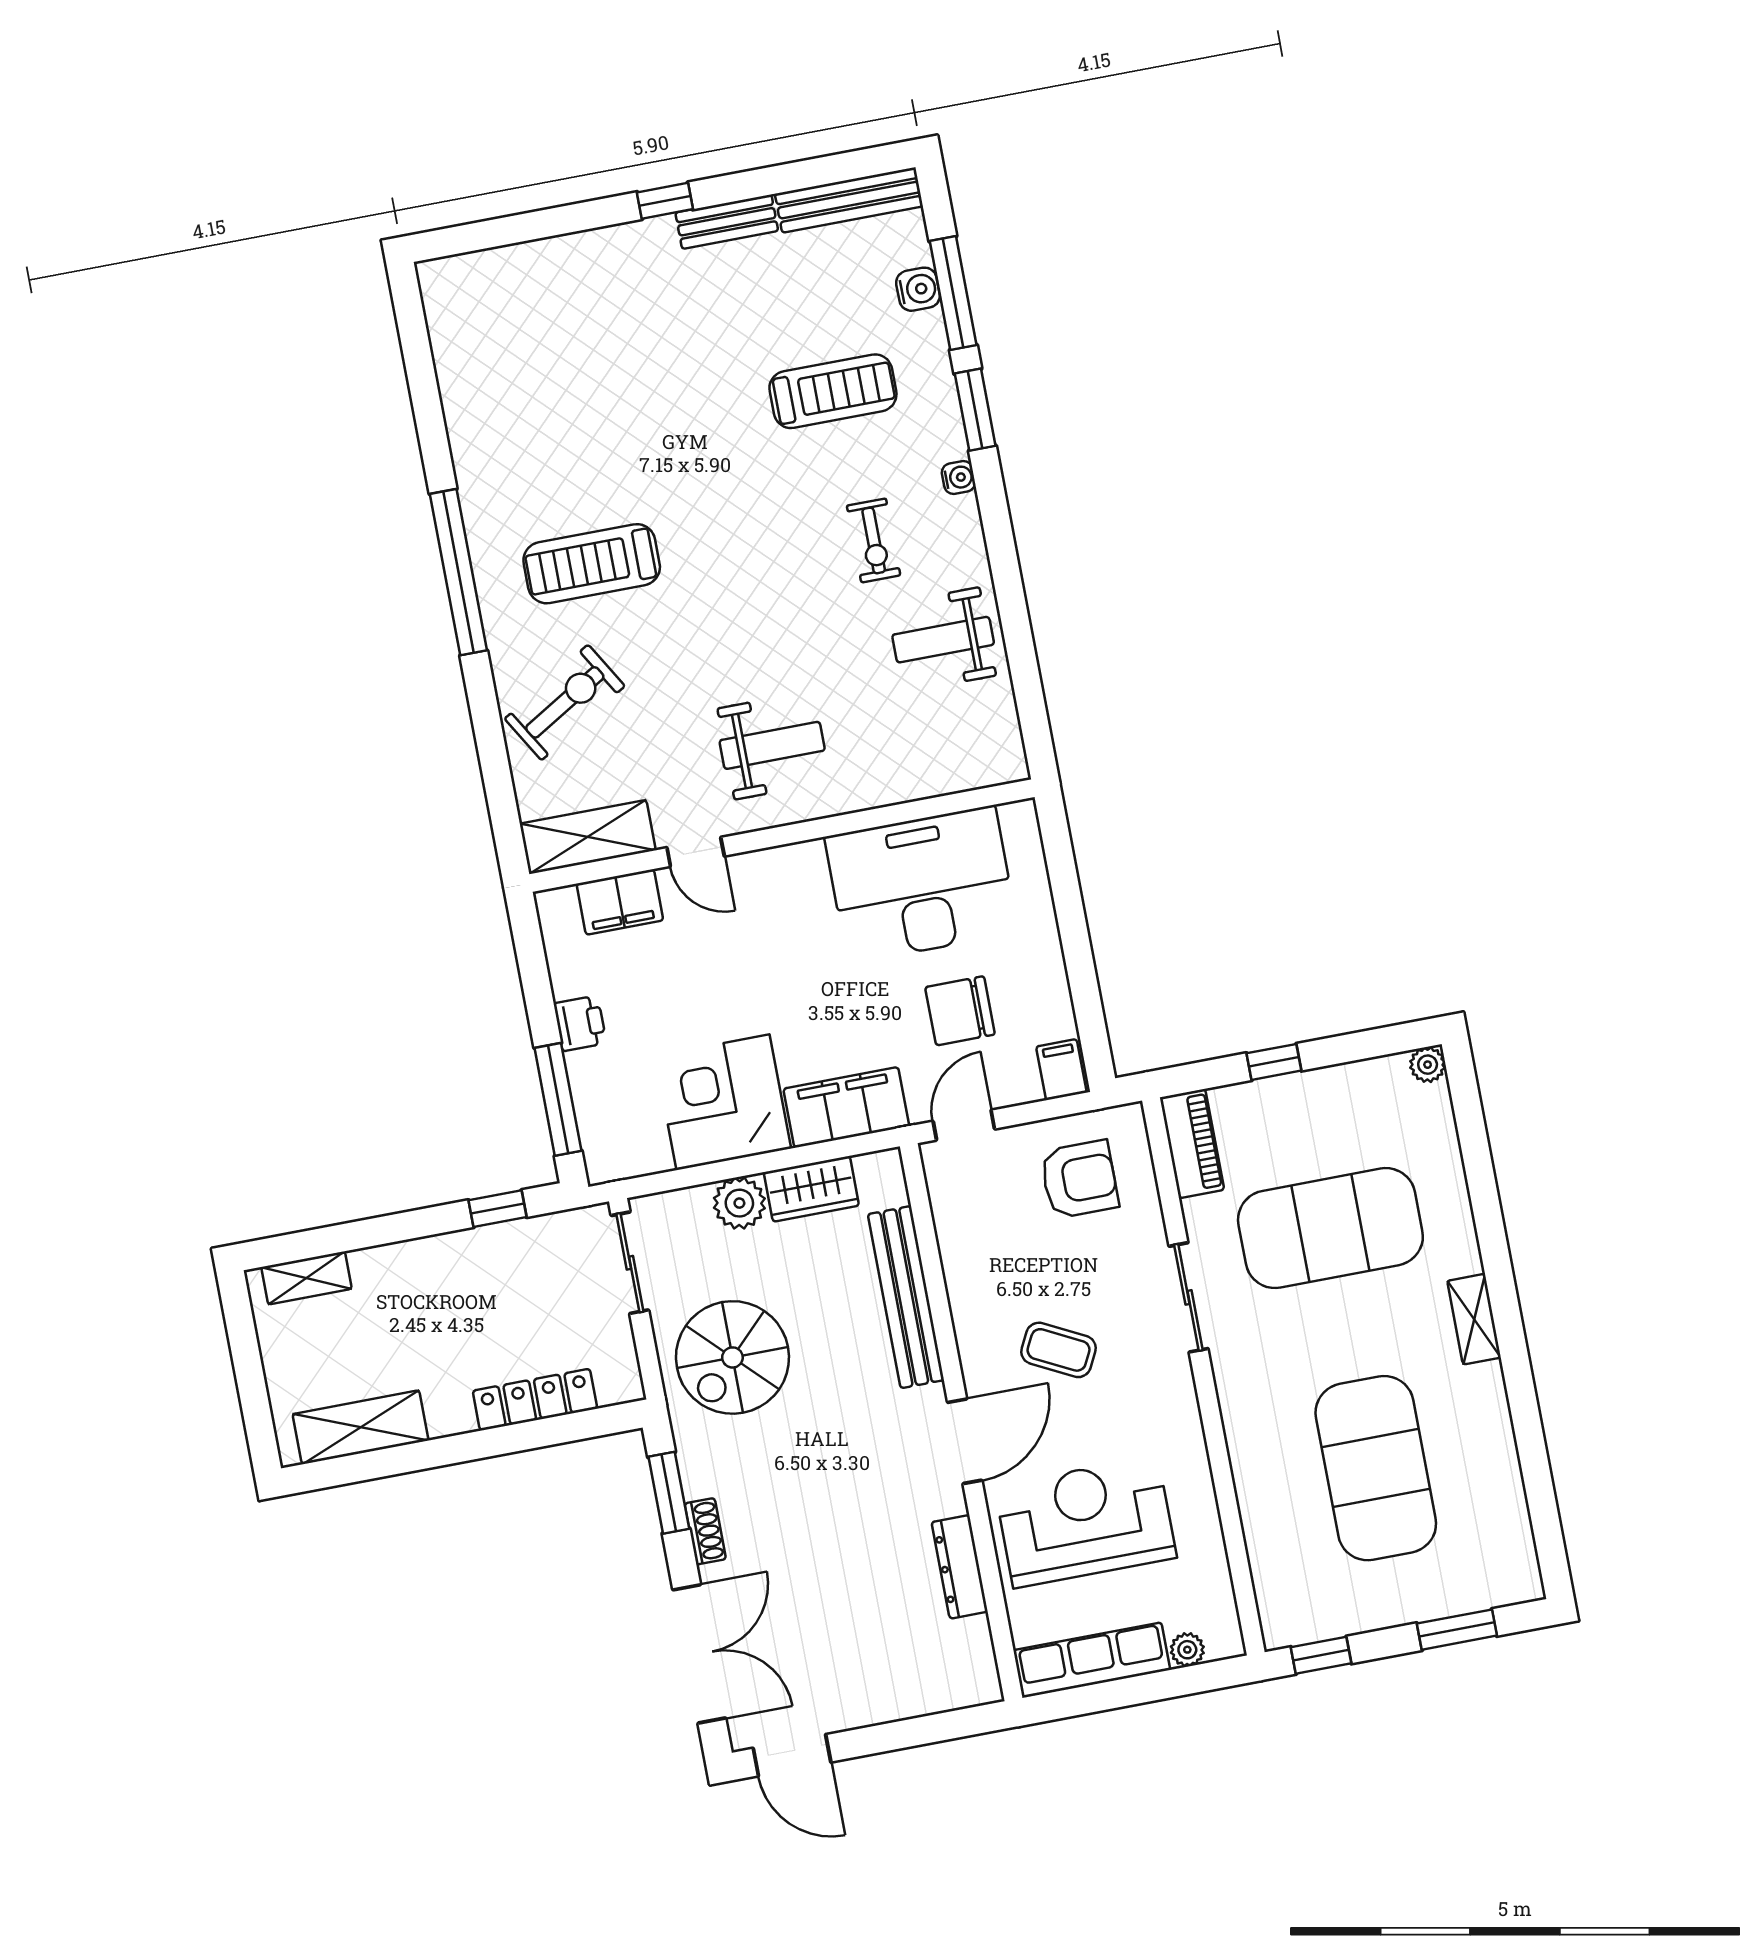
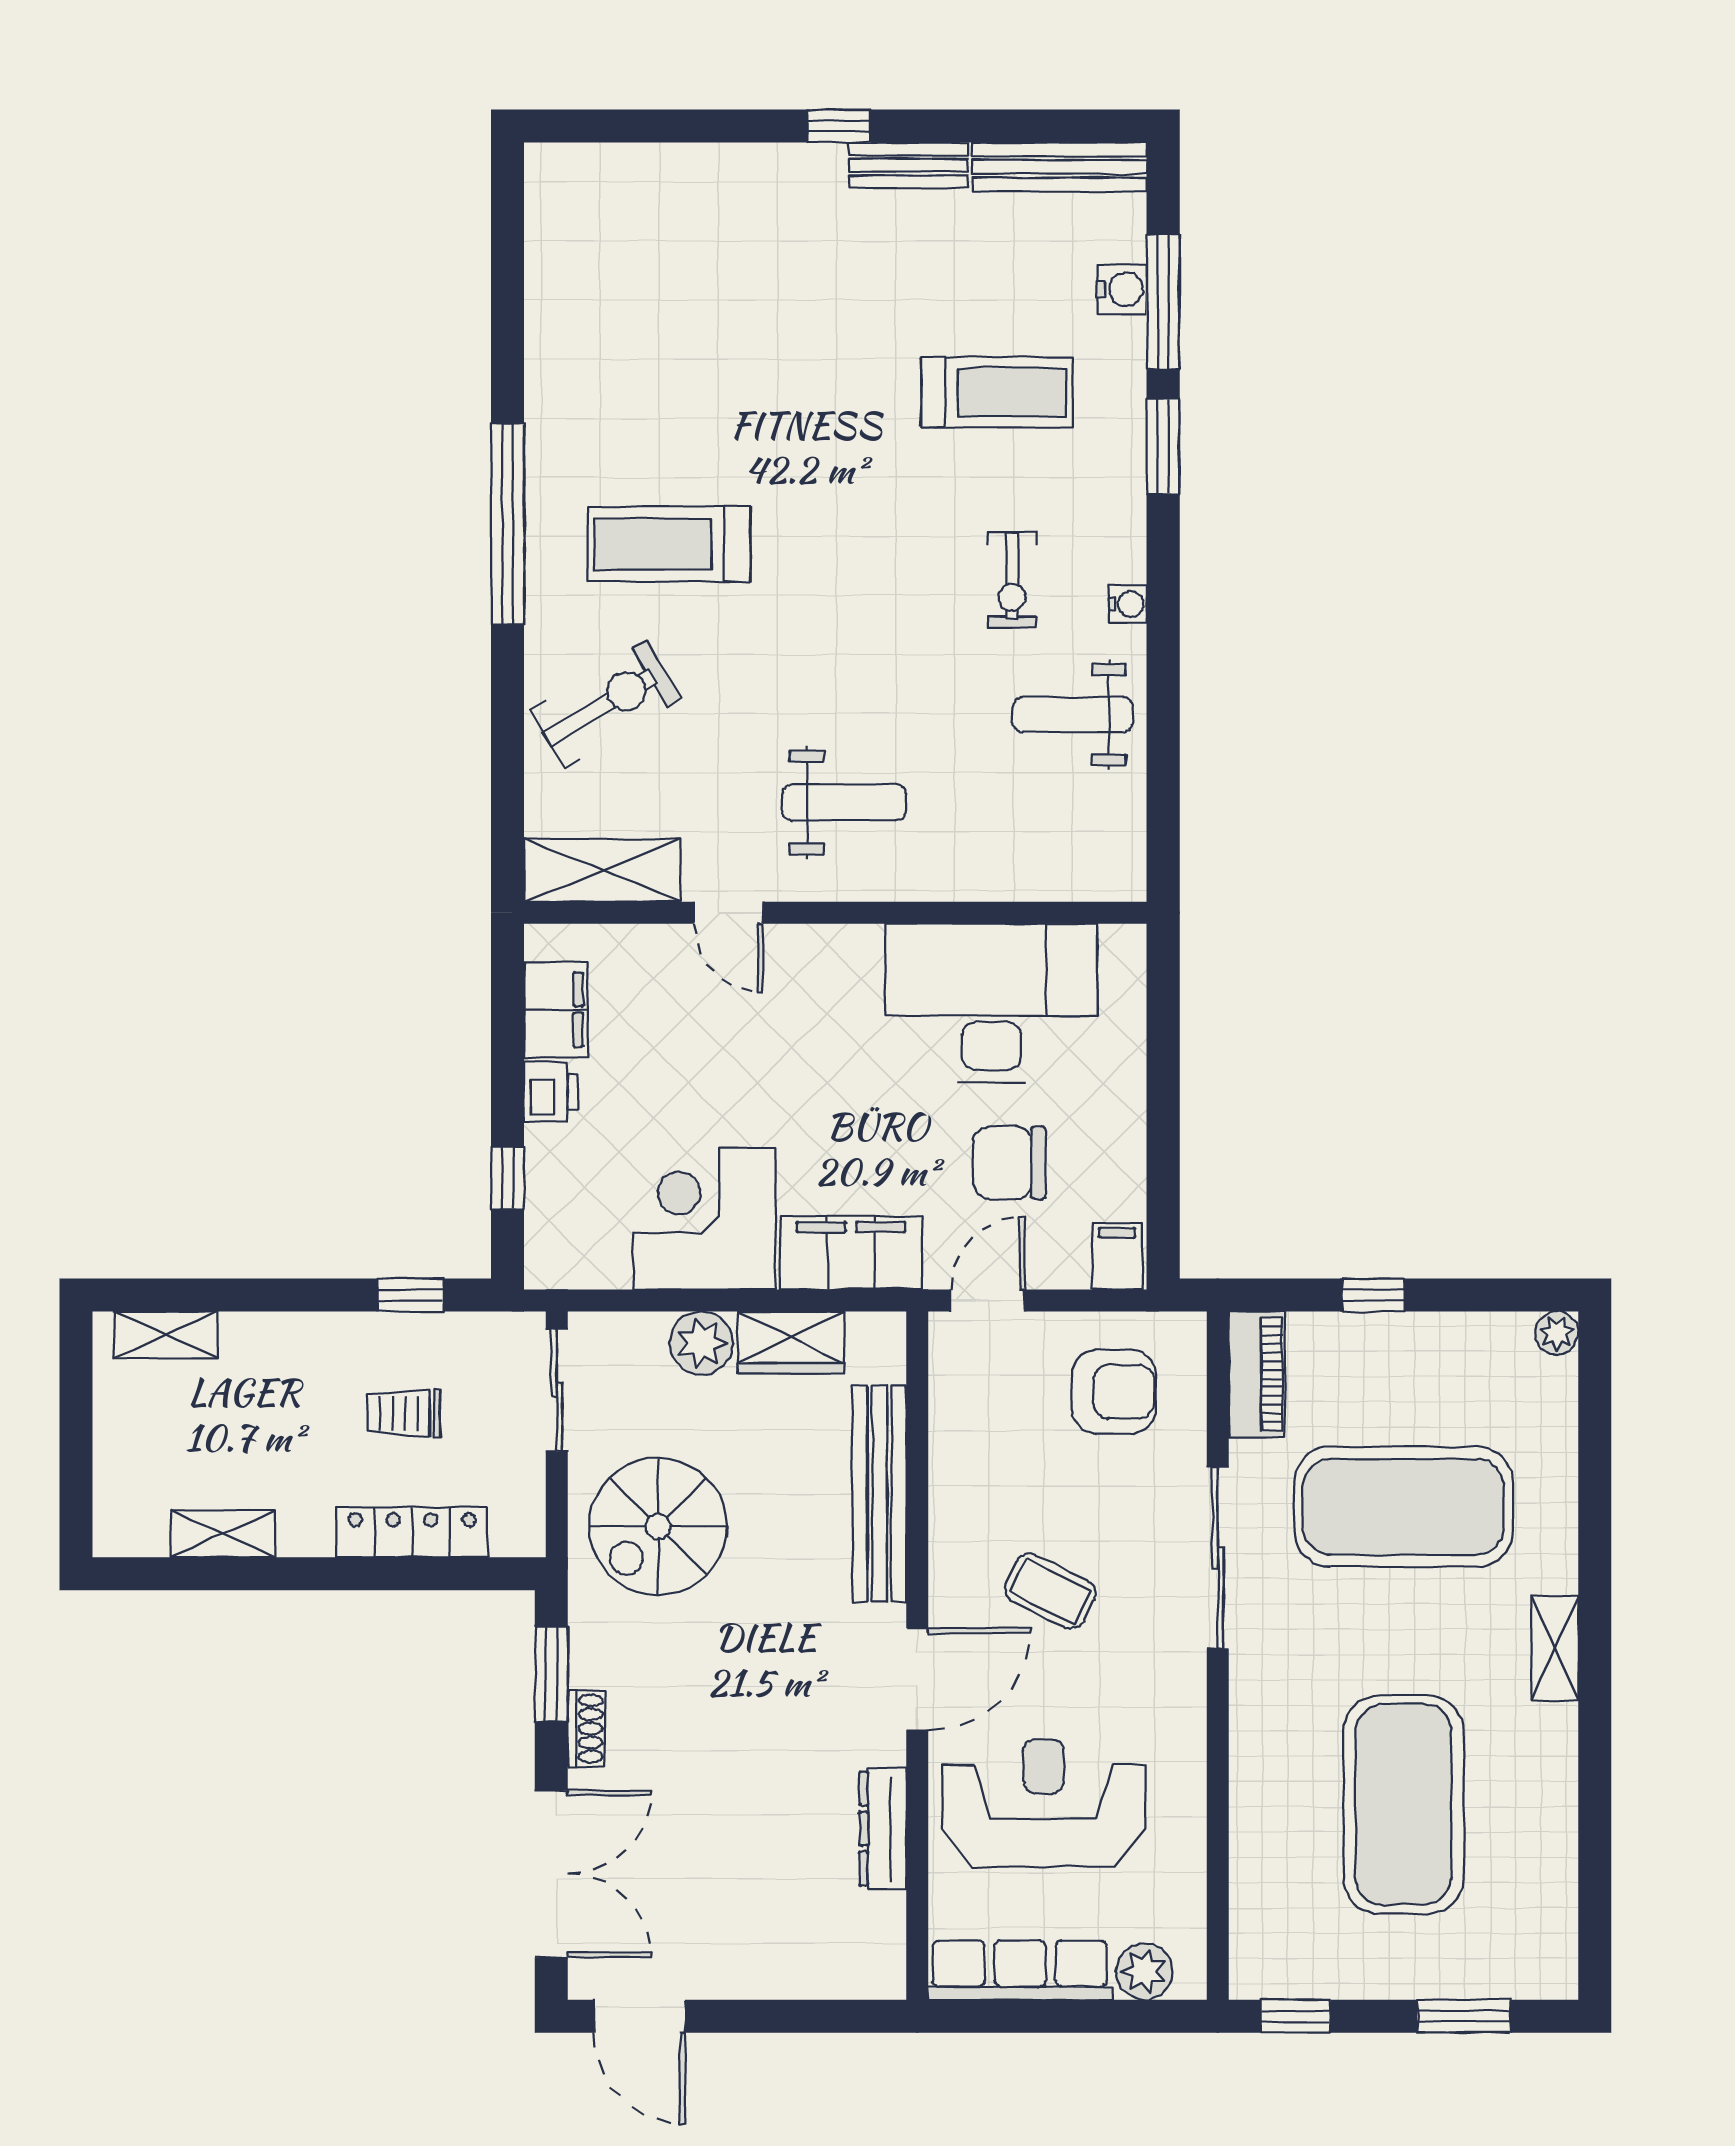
water cooler: (958, 478) -> (1128, 604), moved
filing cabinet: (620, 902) -> (556, 1010), moved, turned -90
window: (558, 1099) -> (508, 1178), width x0.46
sliding door: (1188, 1297) -> (1218, 1558), width x1.37
trolley: (510, 1305) -> (404, 1414), added
shelving: (361, 1427) -> (223, 1534), width x0.67, depth x0.75
plant: (1187, 1650) -> (1144, 1972), width x1.38, depth x1.38

